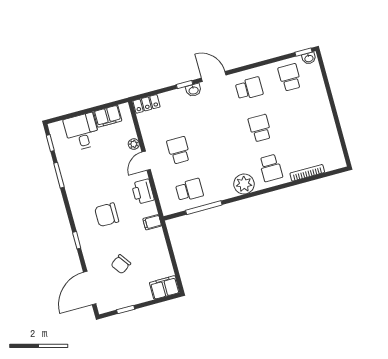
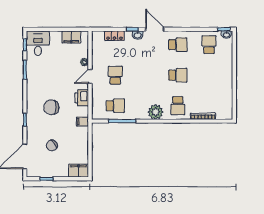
locker: (147, 104) -> (114, 36), moved
school desk: (260, 128) -> (178, 75), turned 90
desk: (82, 132) -> (38, 43), moved

